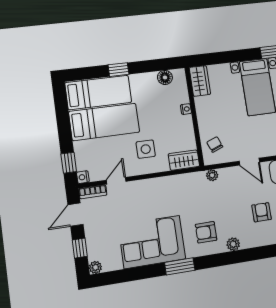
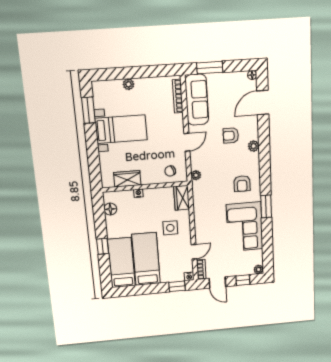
wardrobe: (200, 81) -> (127, 179), moved
door: (116, 181) -> (194, 252), swing flipped
plant: (233, 244) -> (254, 146), moved

